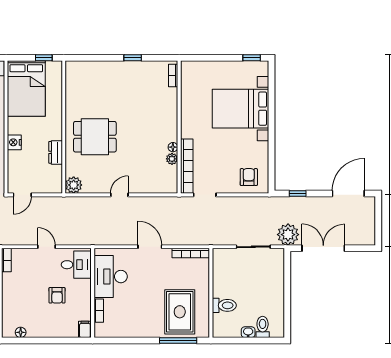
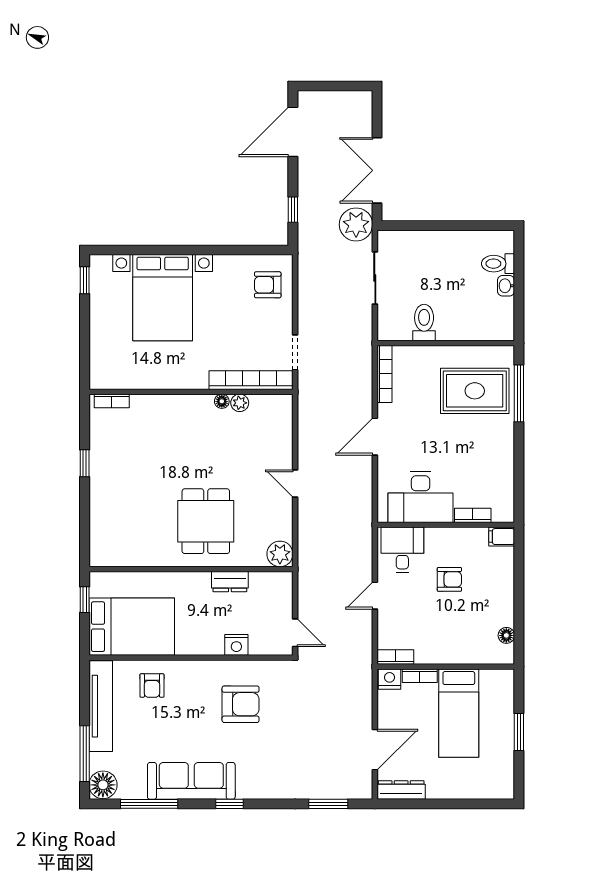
nightstand: (14, 142) -> (236, 645), moved
door: (348, 193) -> (293, 132), hinge flipped
toilet: (224, 305) -> (424, 322), moved

